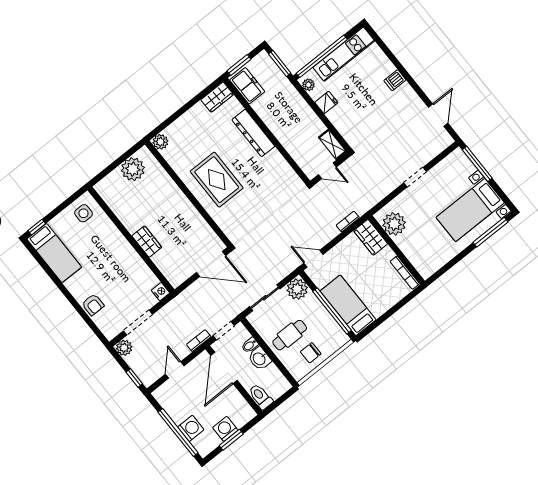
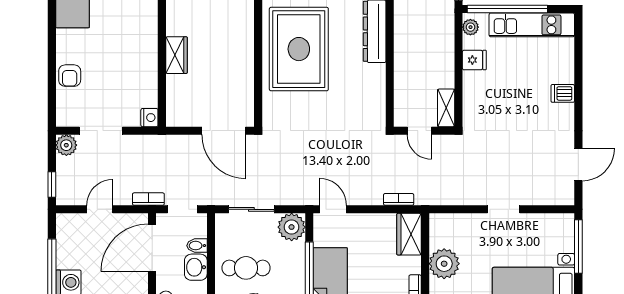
rug: (217, 180) -> (299, 49), width x1.37, depth x1.44
plant: (394, 224) -> (444, 264), moved

